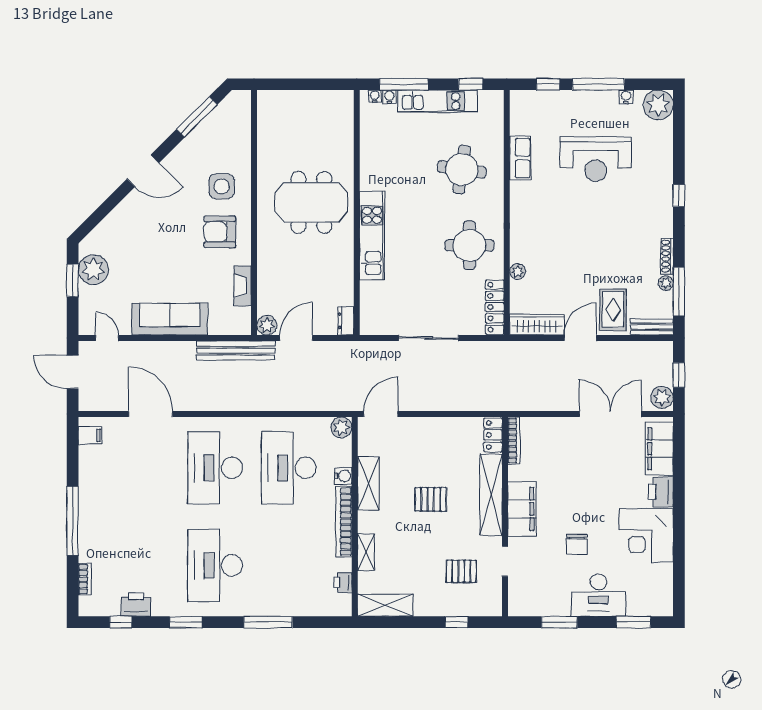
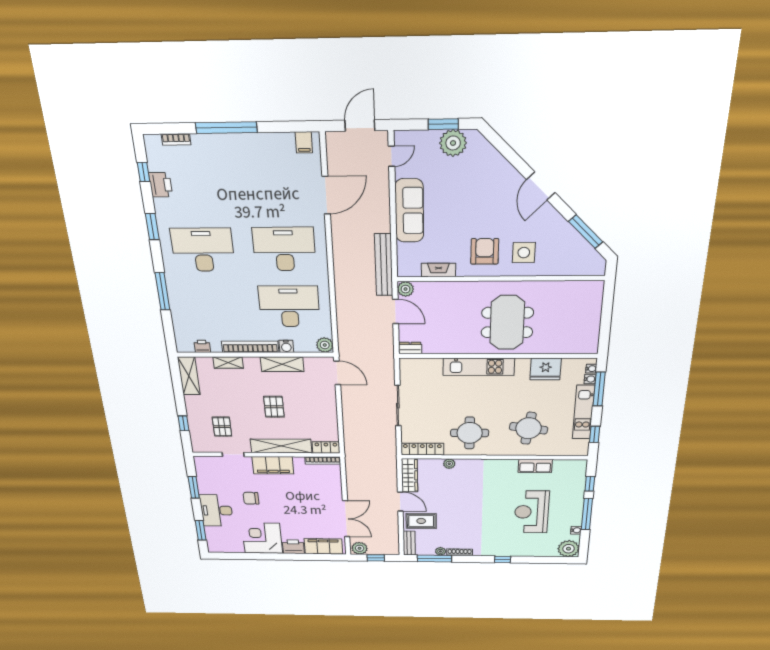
fridge: (375, 153) -> (546, 369), added

